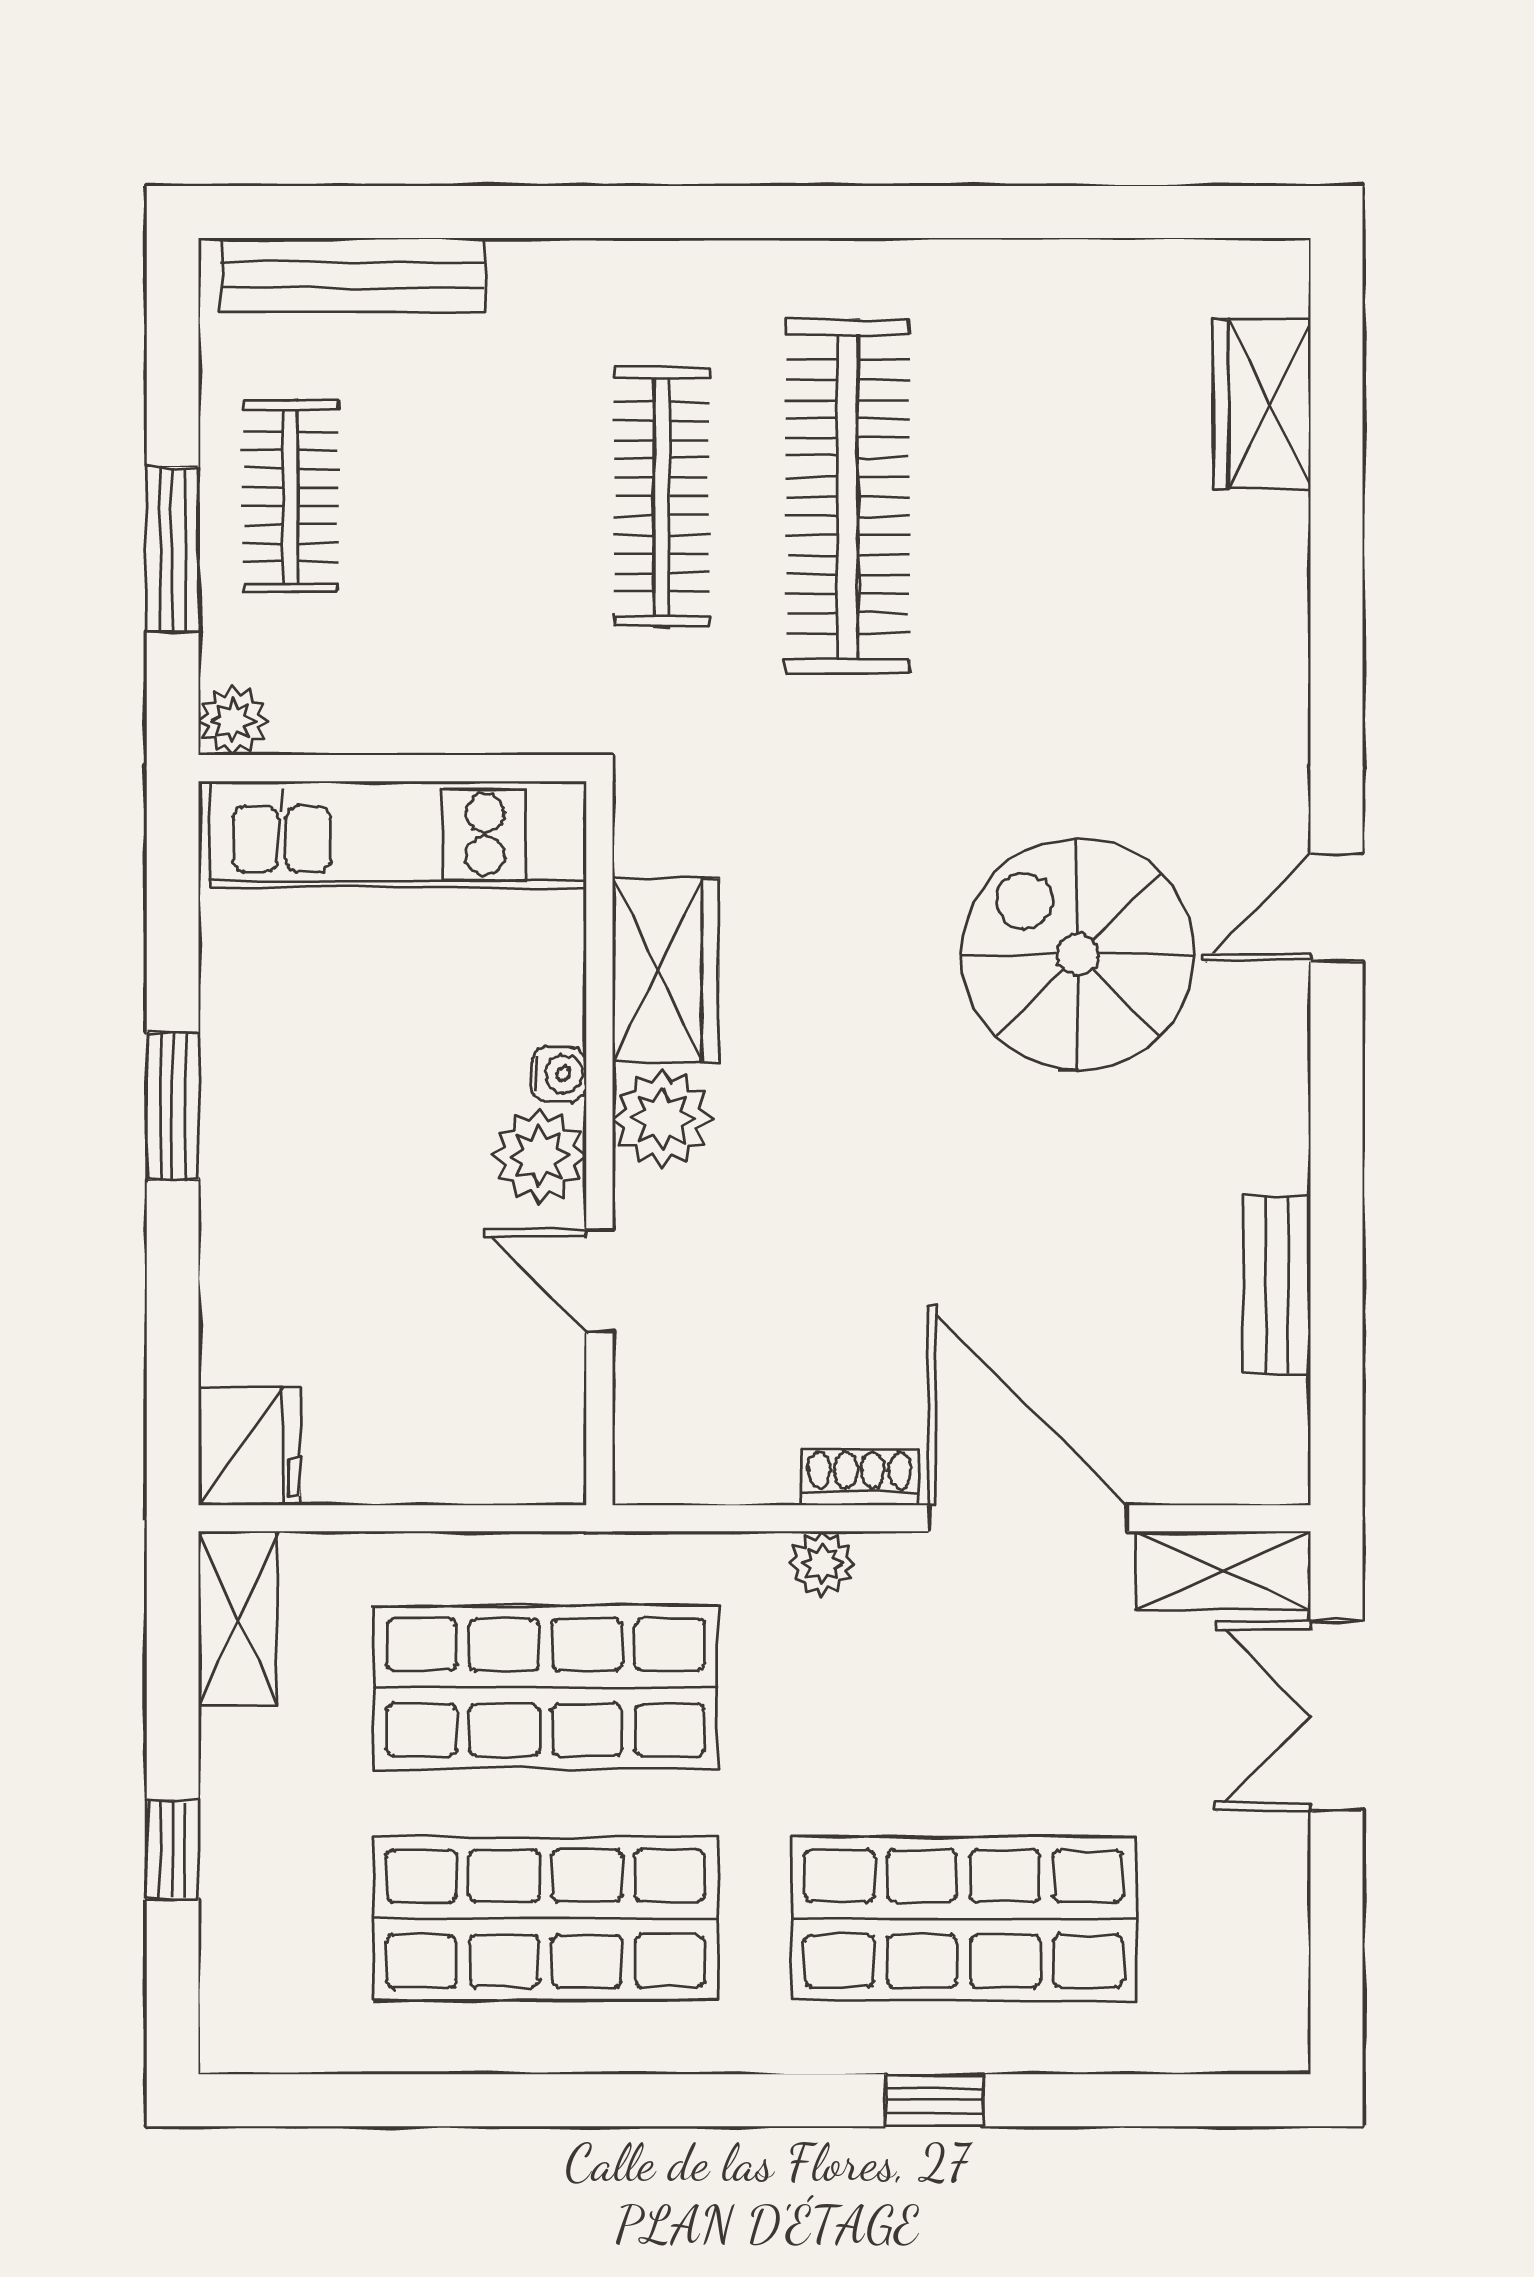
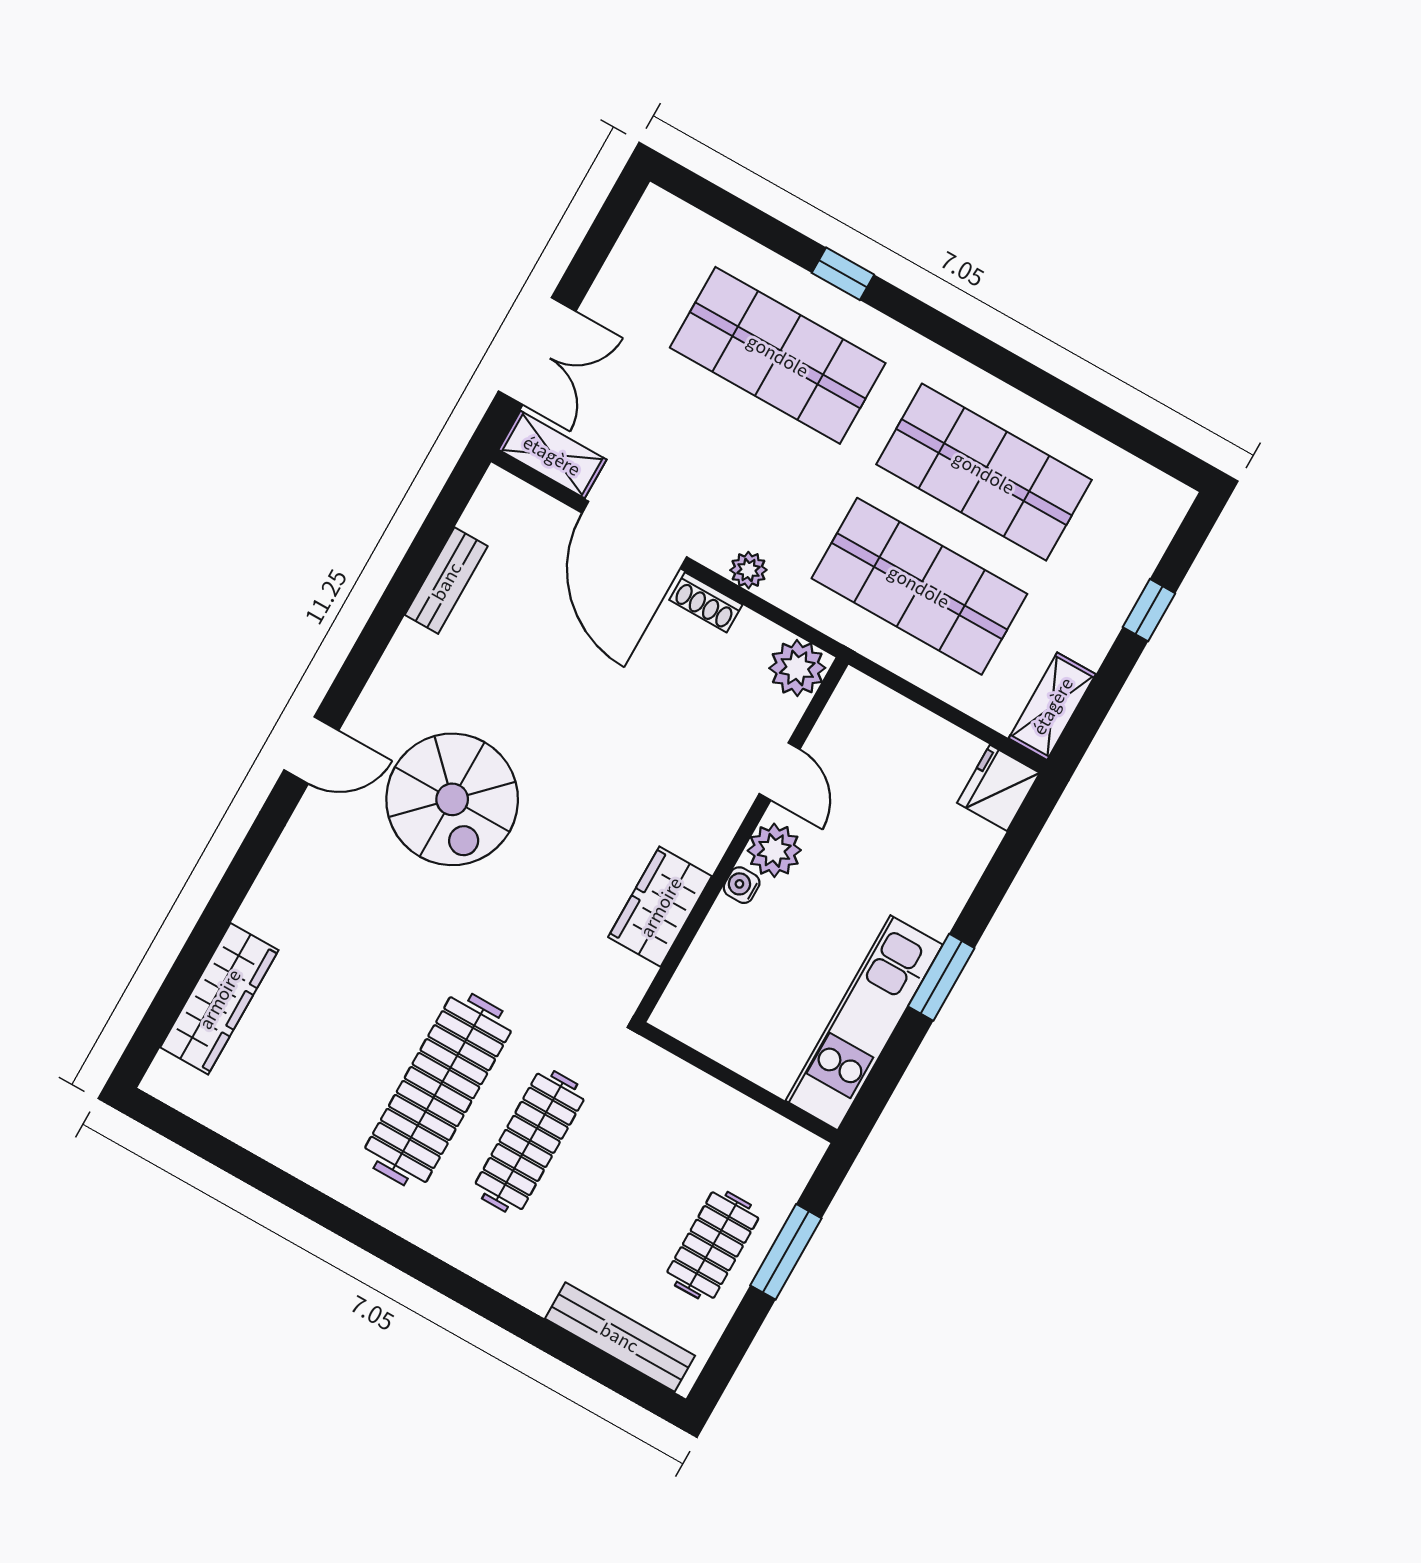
wardrobe: (1262, 404) -> (219, 999), width x1.50
plant: (233, 721) -> (804, 1151), removed
kitchen unit: (398, 834) -> (864, 1023), moved, turned -90
plant: (662, 1119) -> (797, 668), moved

